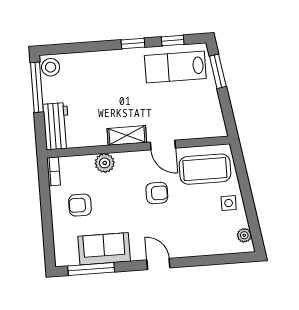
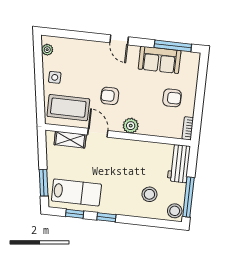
stool: (85, 82) -> (149, 194), added
shelving: (127, 135) -> (70, 140), moved
plant: (105, 163) -> (131, 126), moved

